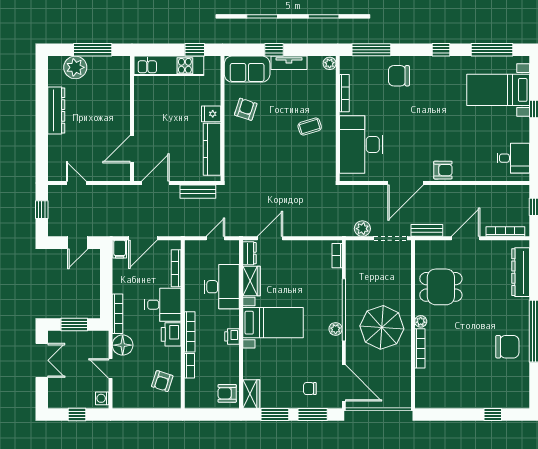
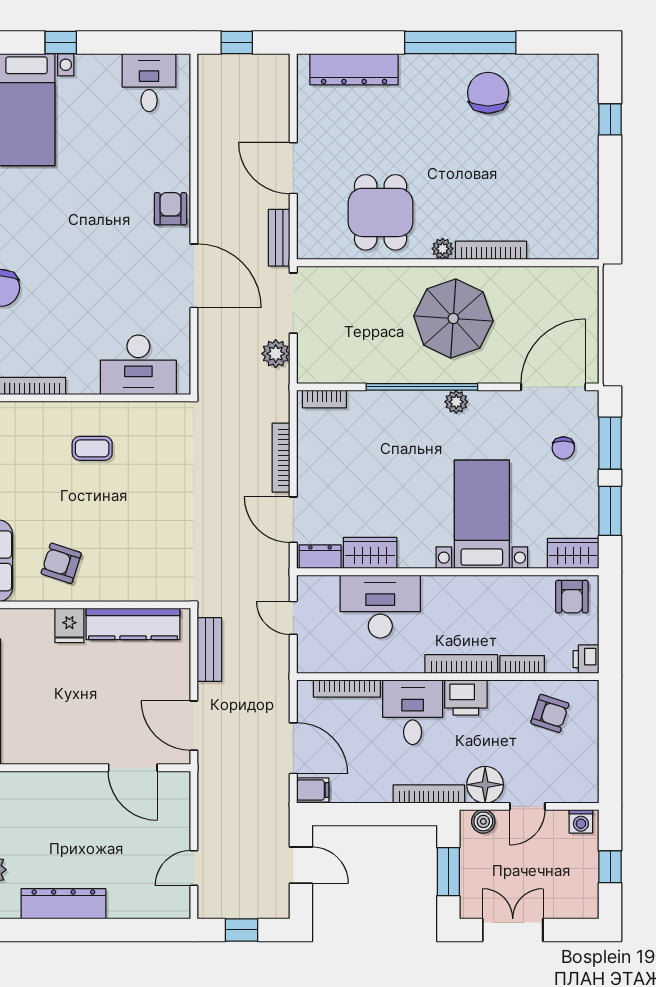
coffee table: (310, 126) -> (92, 448), turned -73
desk: (361, 144) -> (138, 365), width x0.73, depth x0.77
bookcase: (505, 232) -> (281, 458), moved
bed with nightstands: (273, 323) -> (482, 514), moved
printer: (232, 336) -> (586, 659), moved, turned 90
boiler: (102, 344) -> (483, 821), added

